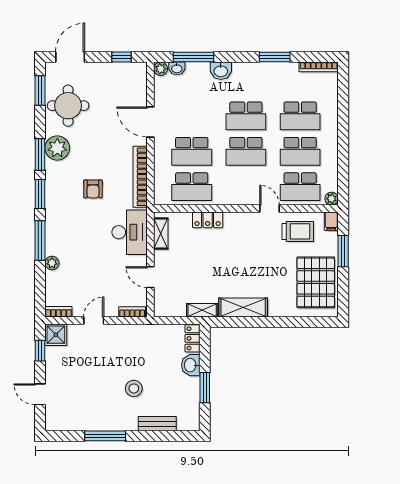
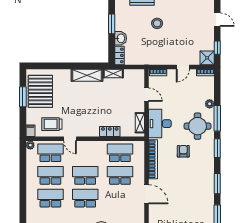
round table: (68, 106) -> (198, 126), moved
plant: (57, 148) -> (206, 178), removed
window: (40, 154) -> (217, 184), moved
window: (343, 251) -> (23, 97), moved

